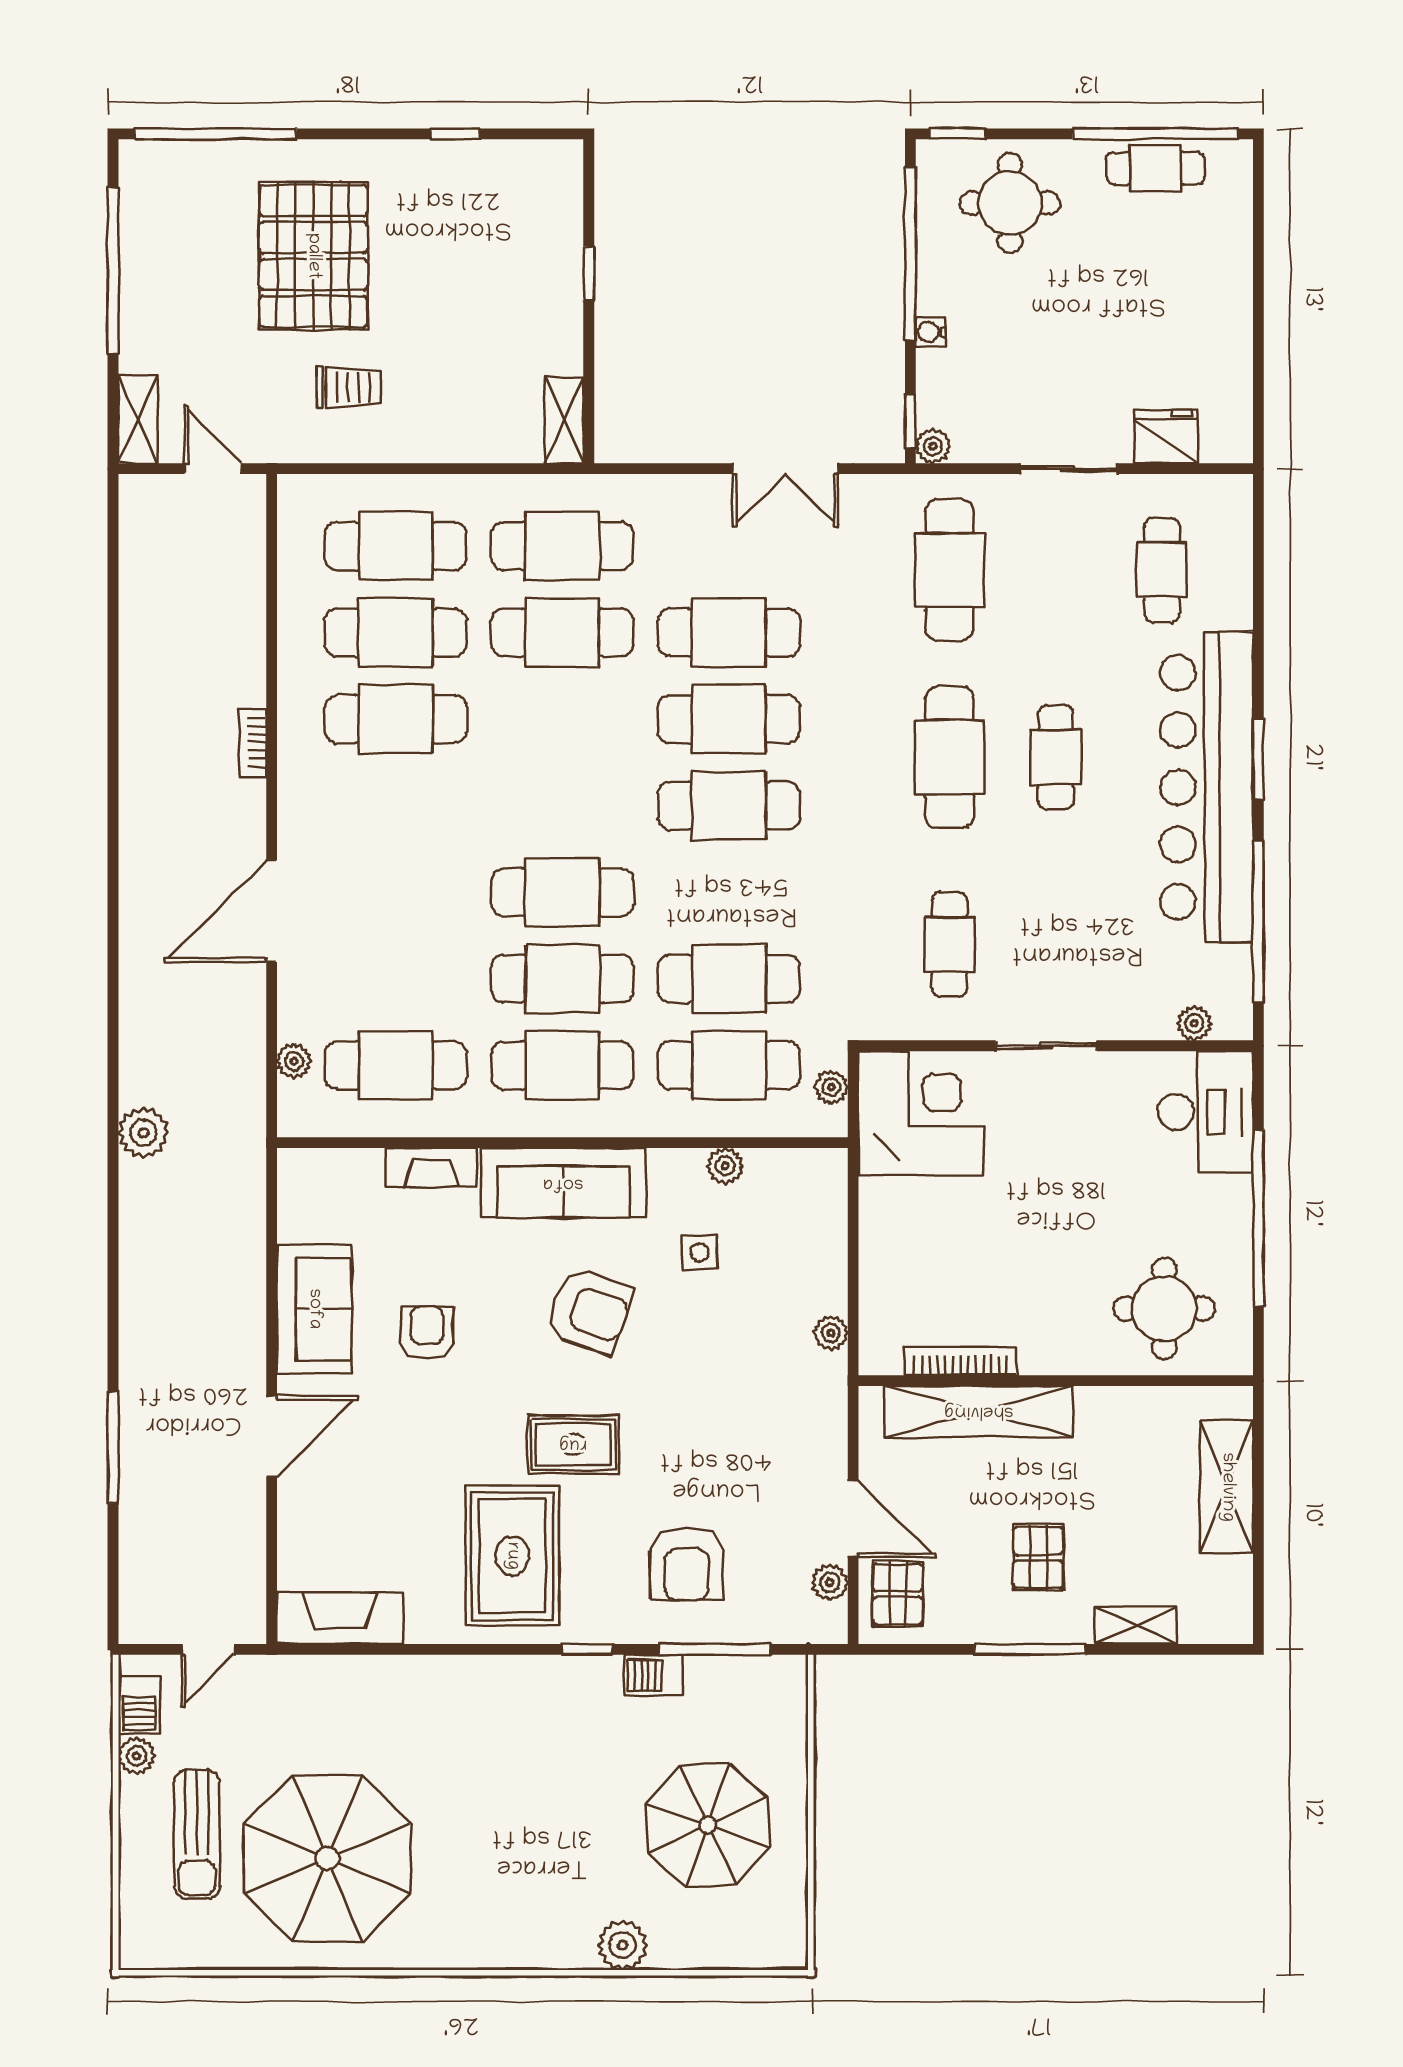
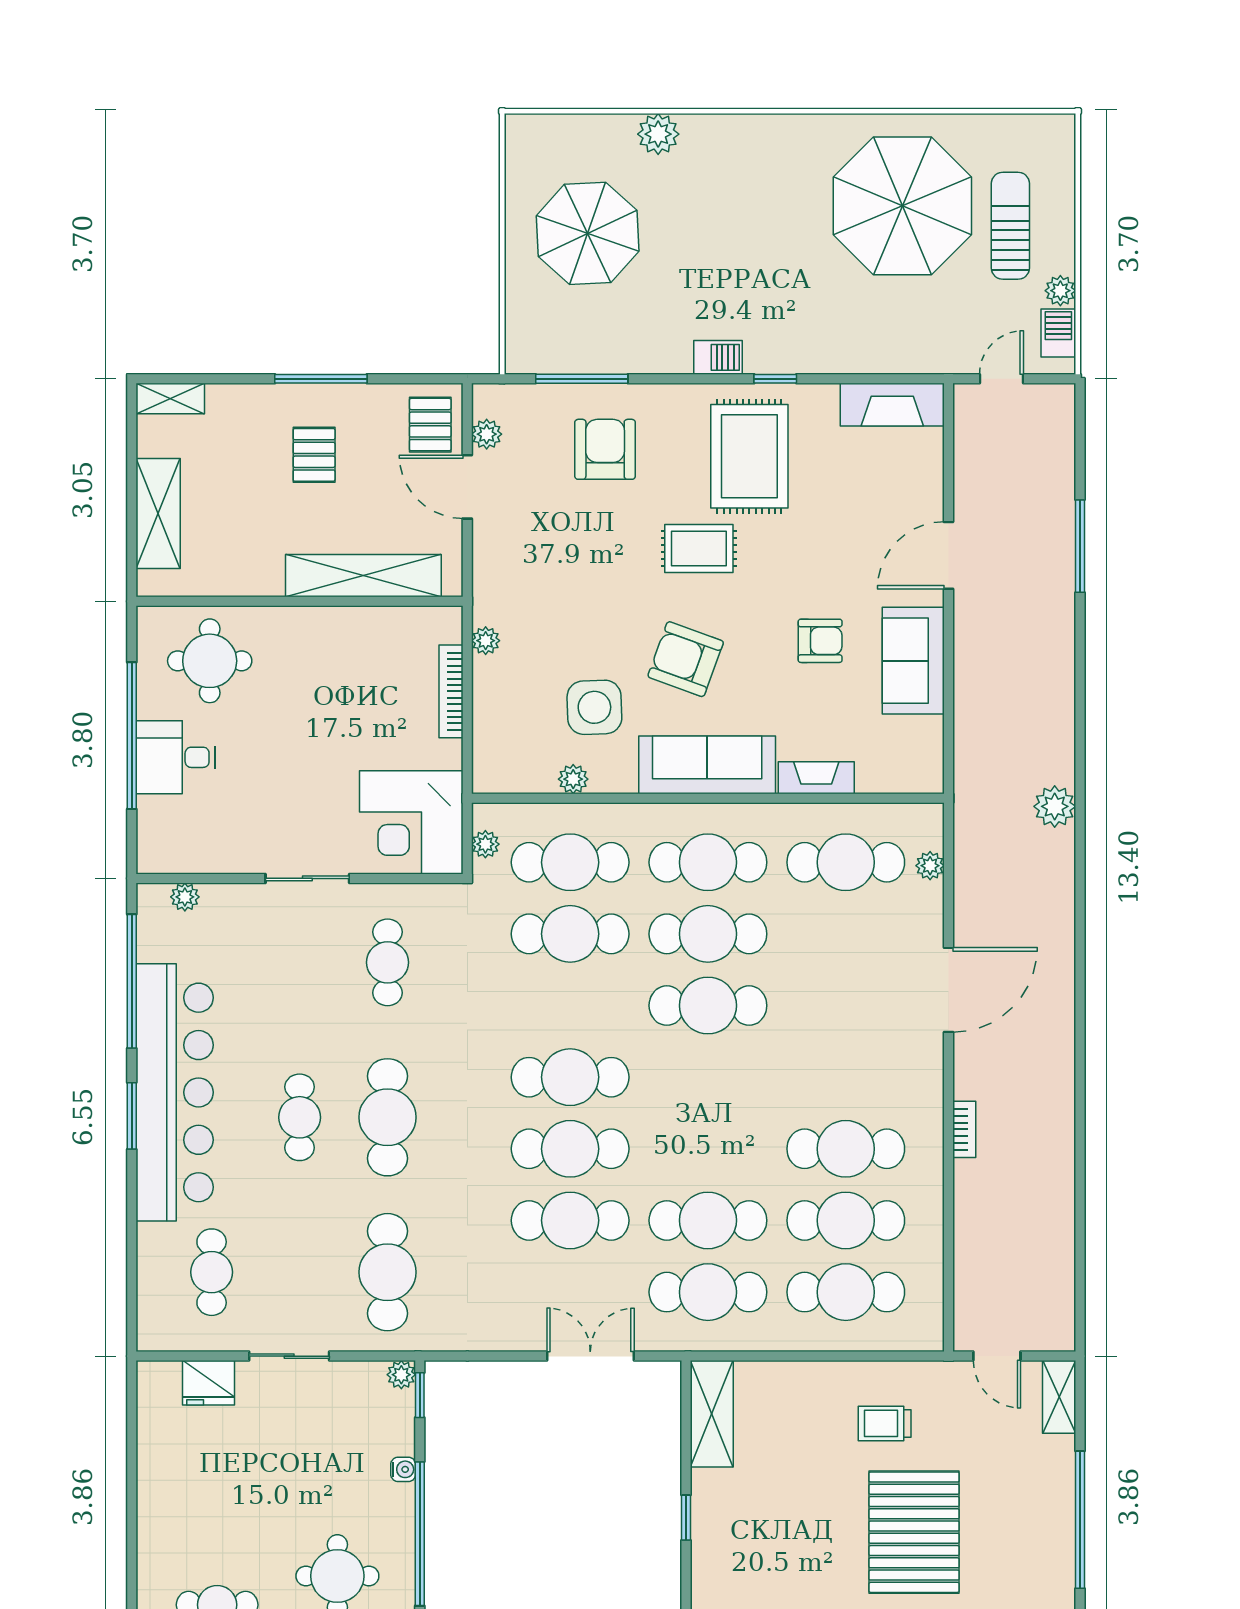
shelving: (564, 420) -> (712, 1414), width x1.50, depth x1.33
double door: (785, 469) -> (590, 1356), moved
desk: (1205, 1112) -> (176, 757), moved, width x0.73
side table: (700, 1252) -> (594, 707), width x1.87, depth x1.87
armchair: (427, 1333) -> (820, 641), turned -90
bookcase: (960, 1361) -> (451, 691), moved, turned 90
shelving: (1136, 1625) -> (170, 399), moved
window: (587, 1649) -> (775, 379), moved
barbecue: (654, 1675) -> (718, 357), moved

